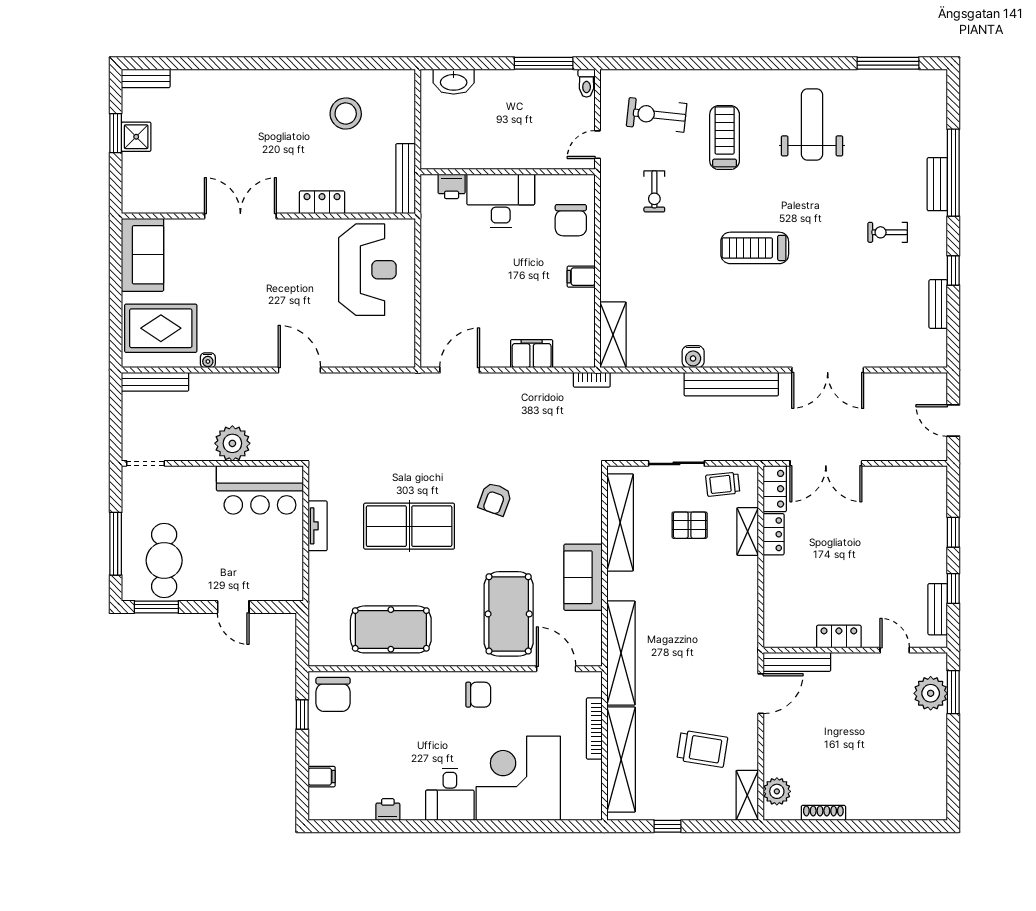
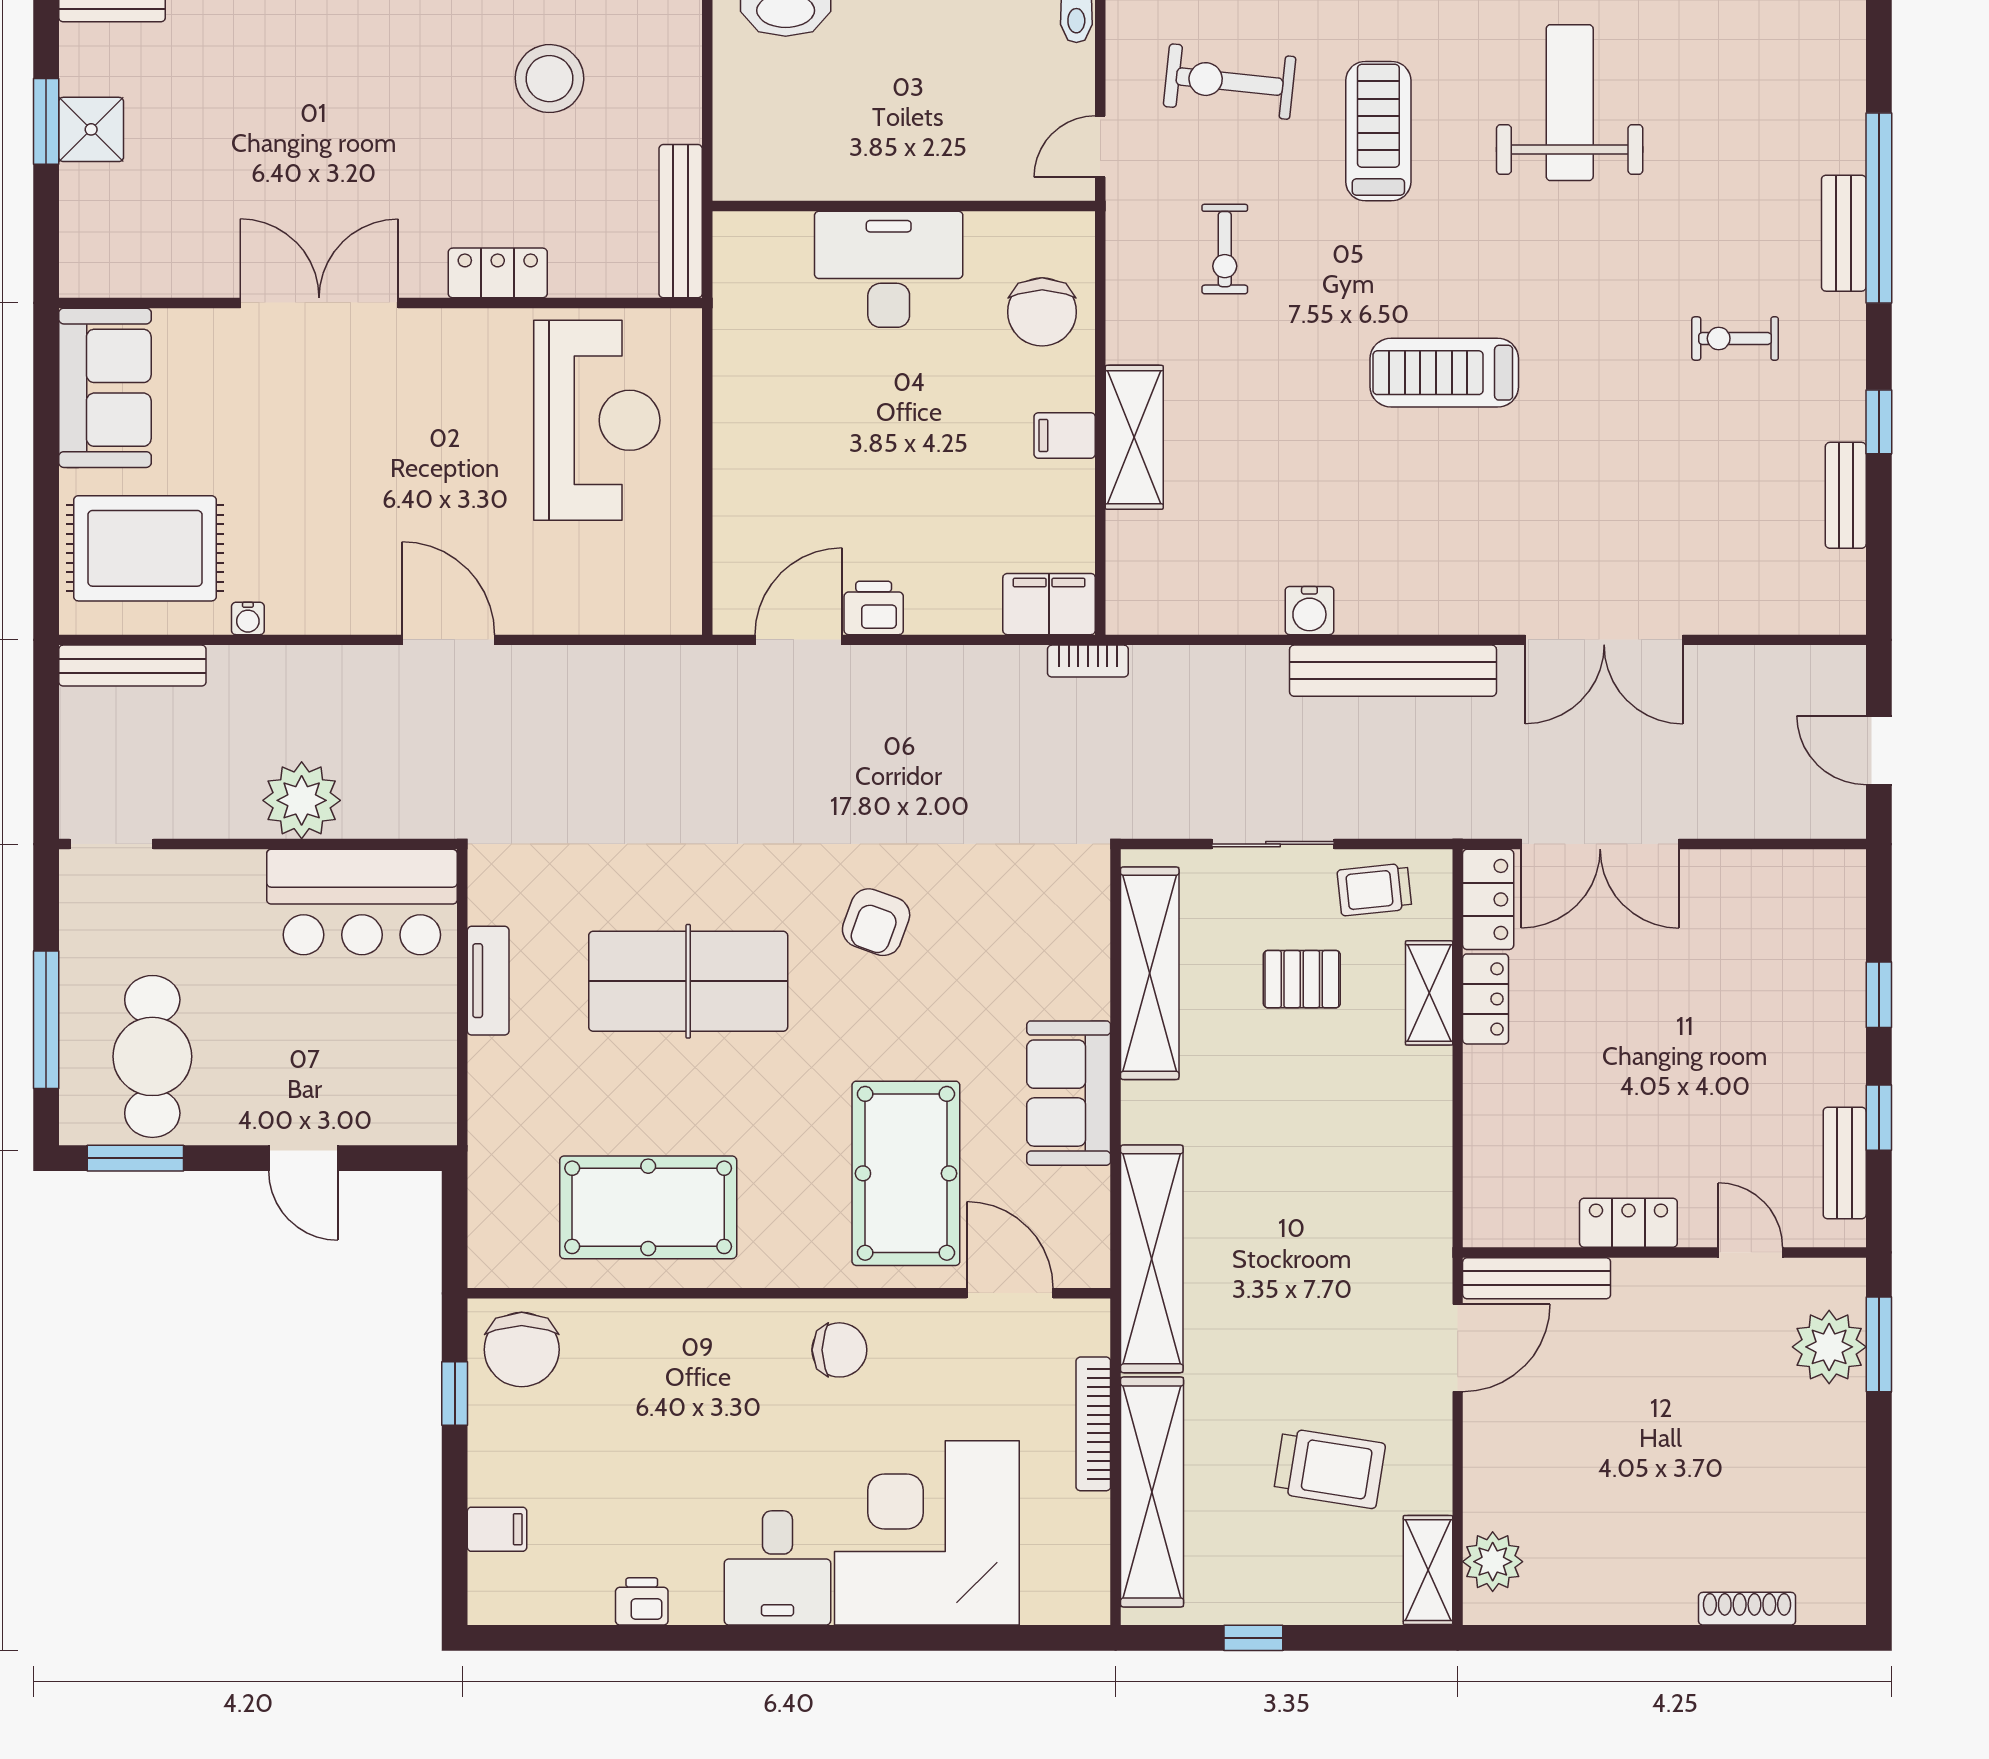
printer: (452, 186) -> (874, 608), moved, turned 180
shelving: (613, 335) -> (1134, 437), moved
filing cabinet: (532, 354) -> (1049, 604), moved
shoe rack: (823, 813) -> (1747, 1609), moved

